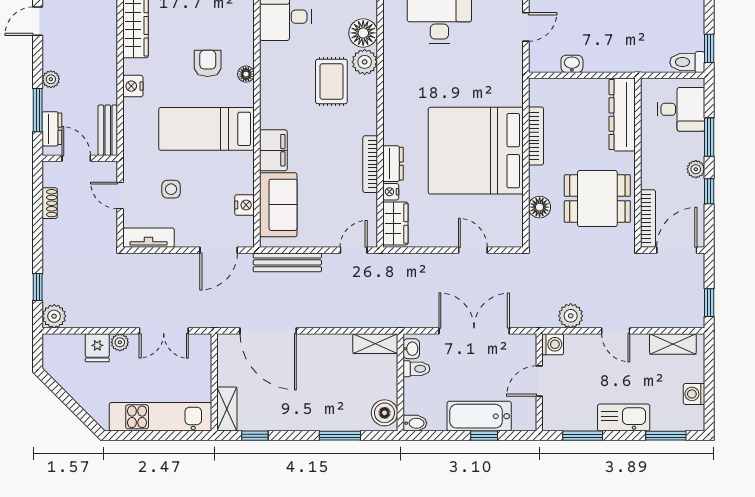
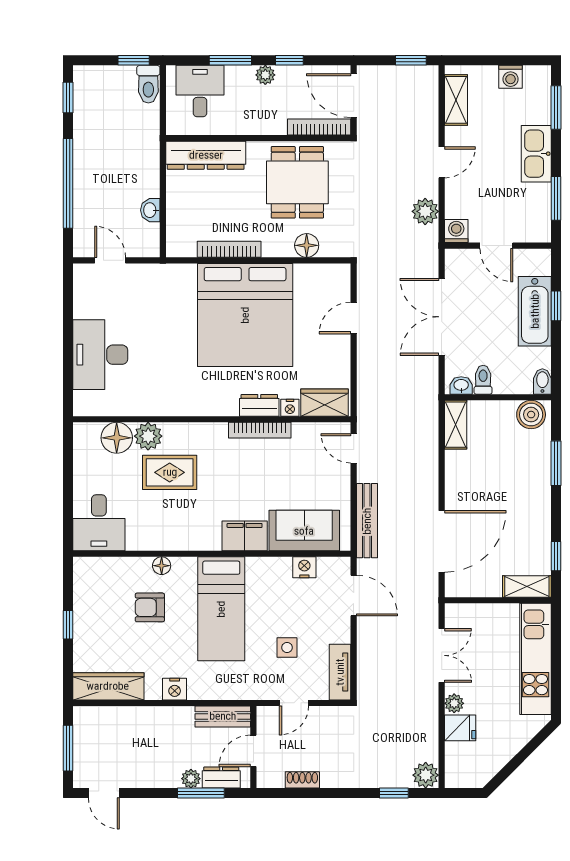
plant: (51, 79) -> (191, 779), moved

